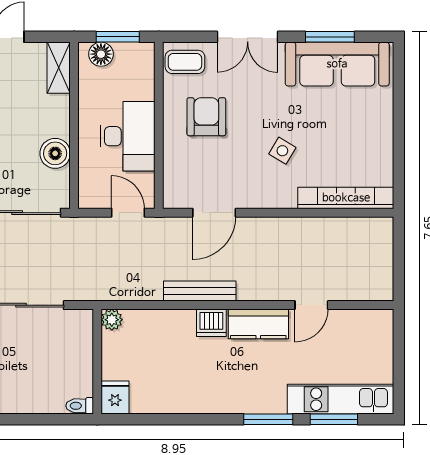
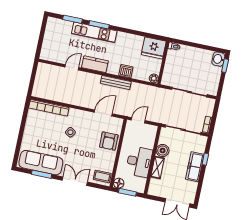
floor lamp: (101, 54) -> (119, 183), moved
shelving: (59, 68) -> (157, 167), moved
armchair: (206, 117) -> (109, 141), moved
desk: (128, 136) -> (139, 162), moved, turned 180
door: (128, 213) -> (138, 120), swing flipped
dishwasher: (211, 323) -> (126, 71), moved
fridge: (115, 398) -> (154, 48), width x1.88, depth x1.34
kitchen unit: (341, 399) -> (94, 32), moved

